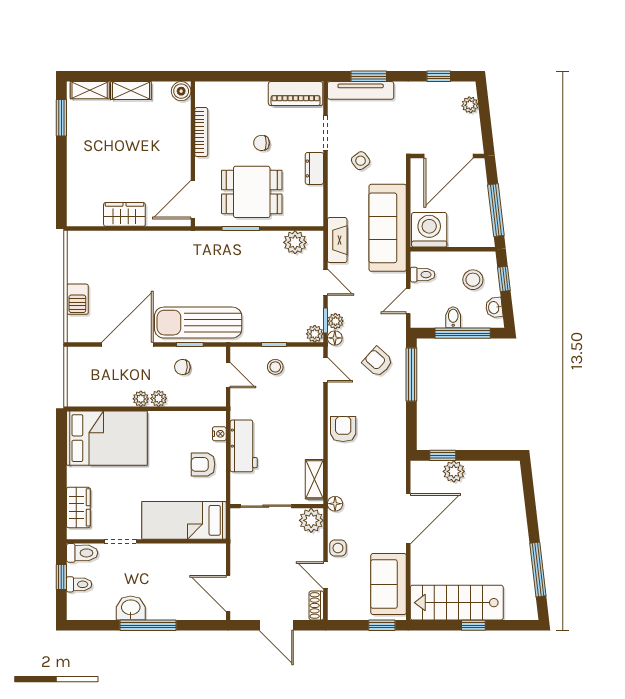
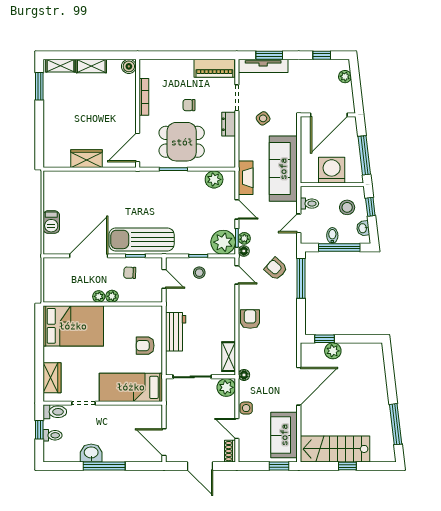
washing machine: (429, 230) -> (332, 170), moved
plant: (315, 334) -> (223, 242), width x1.88, depth x1.88
nightstand: (219, 434) -> (157, 323), removed

